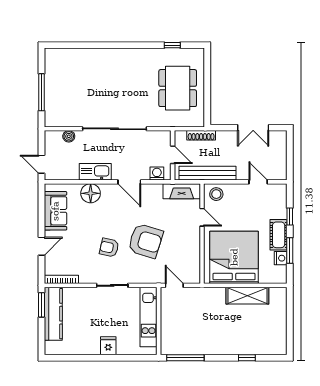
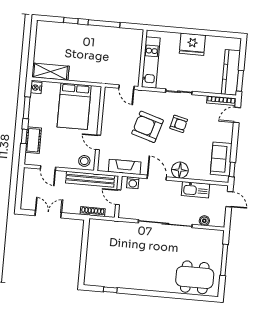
dining table: (178, 88) -> (195, 277), moved, turned 90
kitchen sink: (95, 172) -> (195, 190), moved
fireplace: (182, 191) -> (125, 167), moved
floor lamp: (91, 193) -> (180, 170), moved
window: (41, 199) -> (232, 170), added
cot: (279, 235) -> (33, 140), moved
door: (41, 246) -> (237, 115), moved
bed: (234, 257) -> (74, 106), width x0.73
nightstand: (281, 258) -> (36, 88), moved
shelving: (247, 296) -> (50, 72), moved
fridge: (108, 346) -> (192, 44), width x1.88, depth x1.34
window: (185, 358) -> (104, 24), moved

